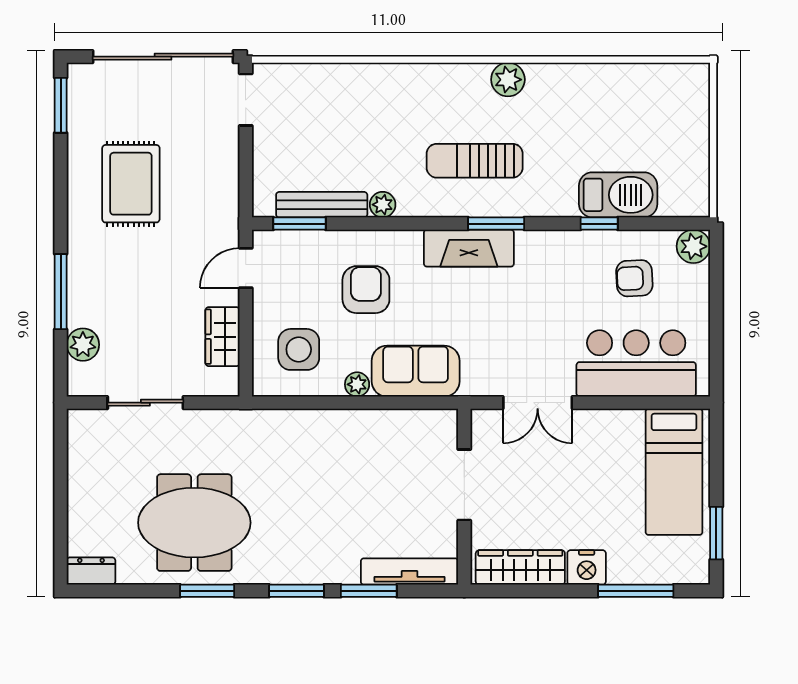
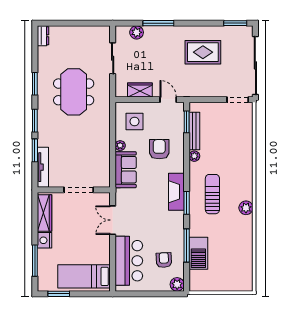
window: (599, 224) -> (187, 245), width x2.17
armchair: (366, 290) -> (159, 149), turned -90
meeting table: (194, 523) -> (74, 92), moved

